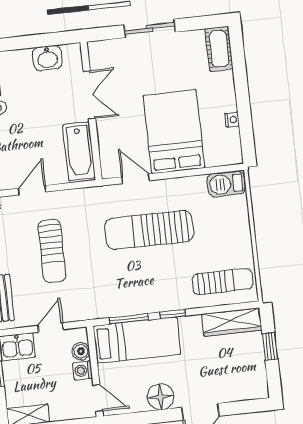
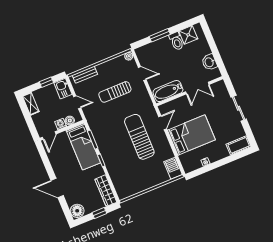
sun lounger: (223, 282) -> (124, 180), removed
floor lamp: (160, 397) -> (77, 211), moved

